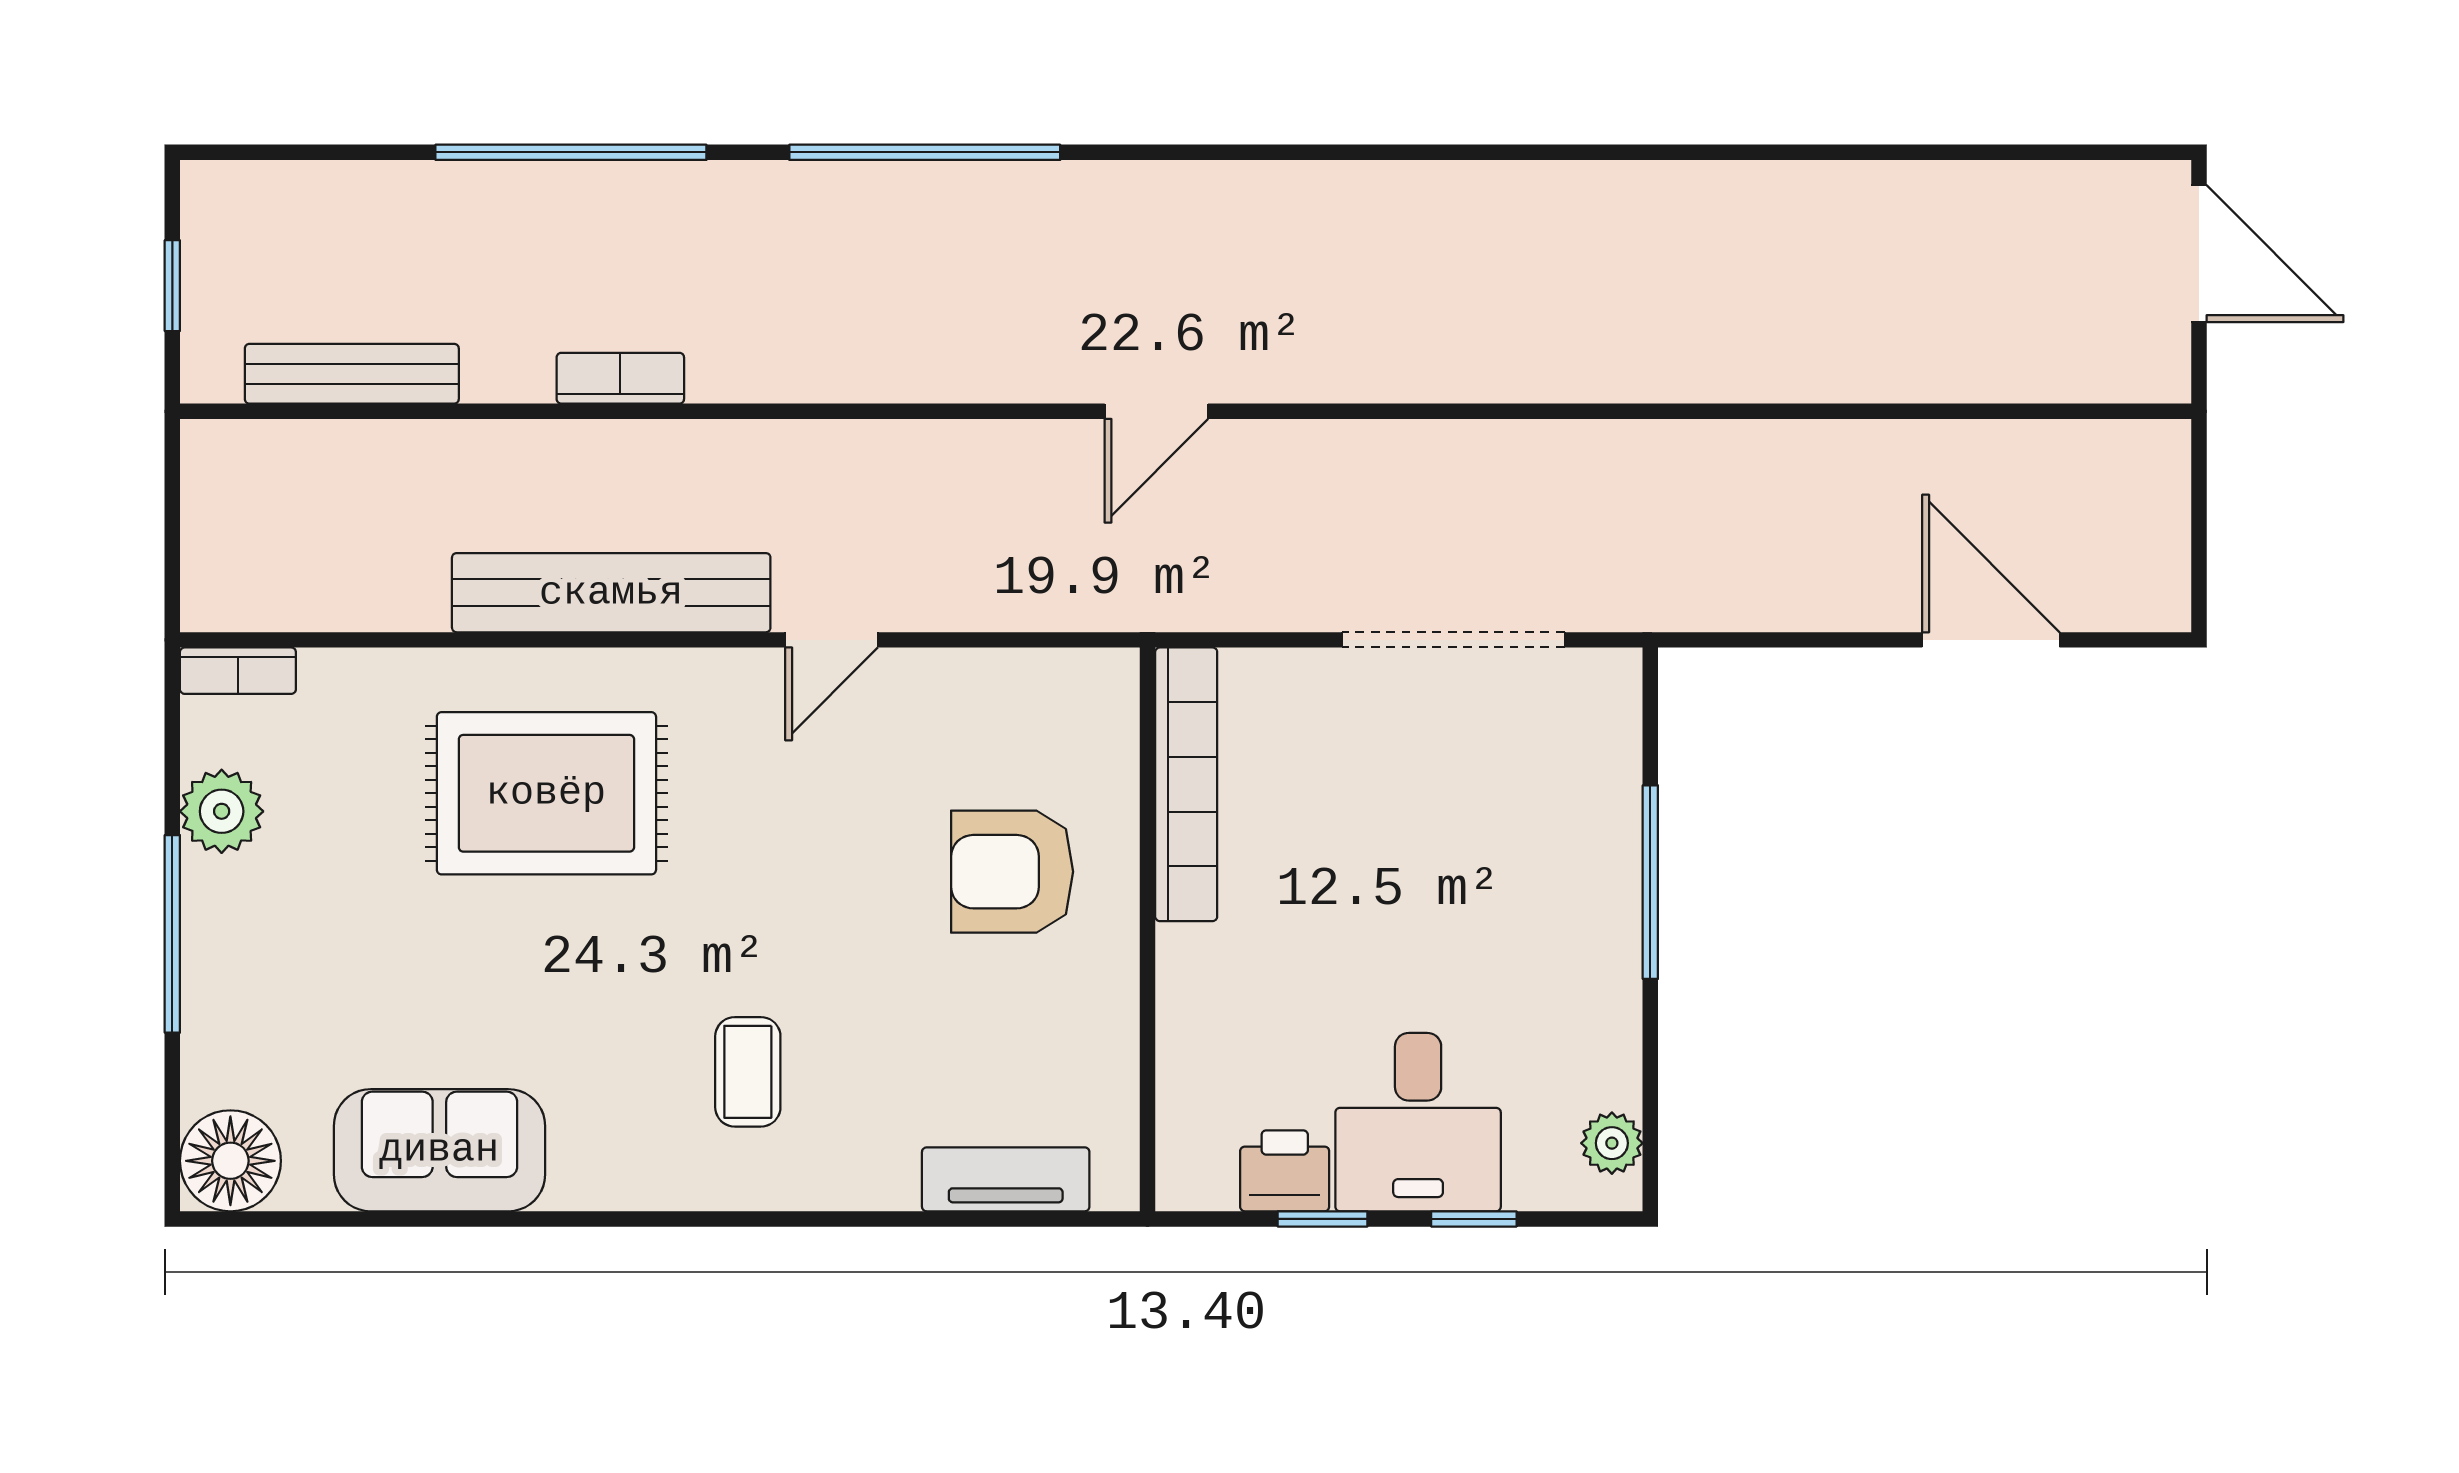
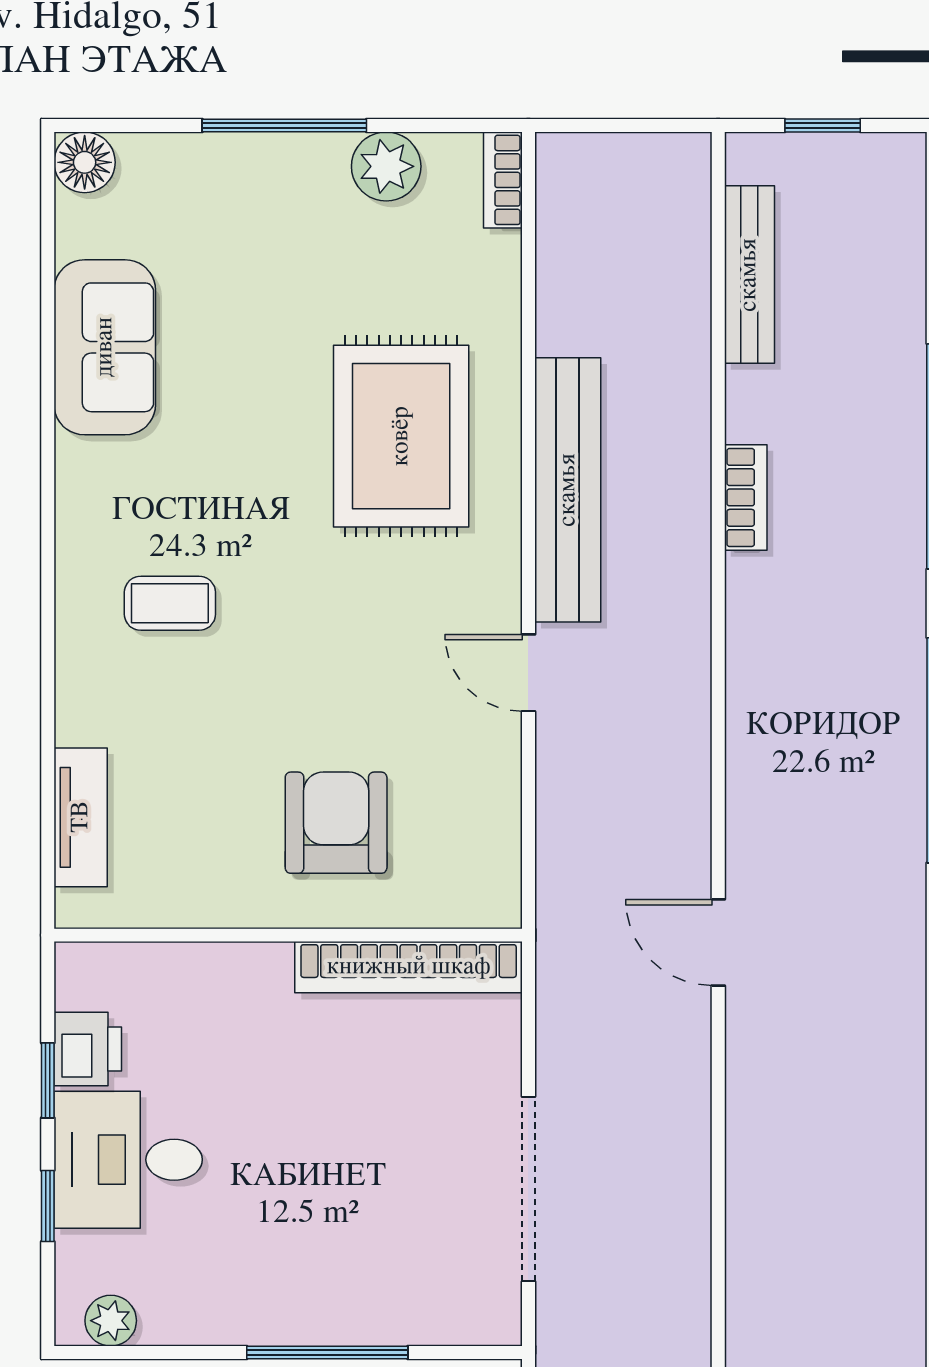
floor lamp: (230, 1161) -> (85, 162), width x0.73, depth x0.73

